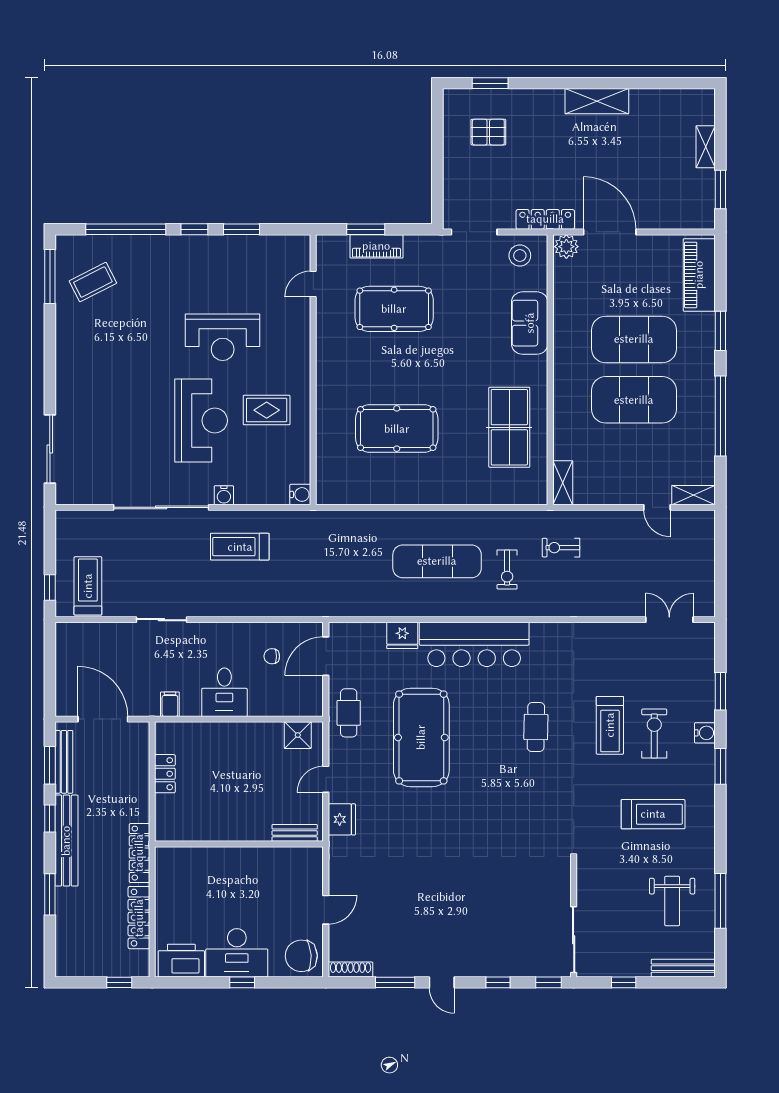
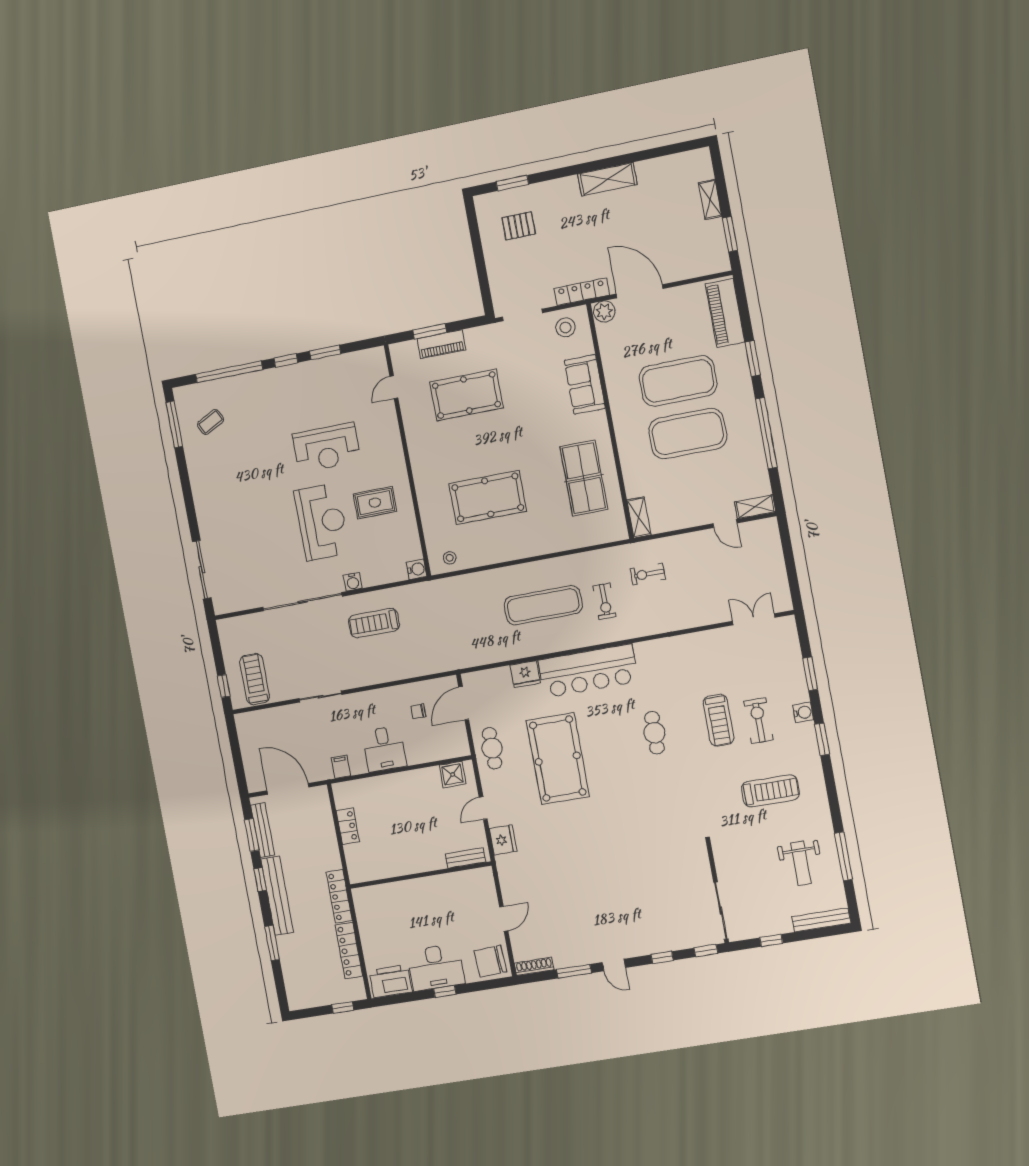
coffee table: (93, 282) -> (210, 422), width x0.73, depth x0.77
stool: (341, 489) -> (450, 558), added

